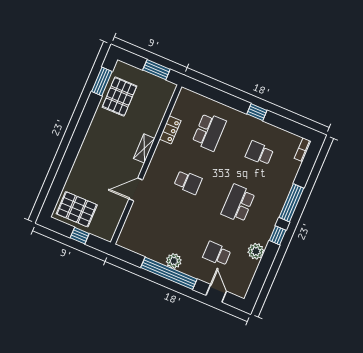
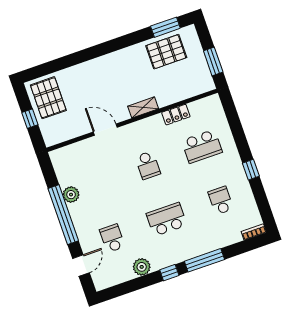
plant: (174, 261) -> (71, 195), moved

